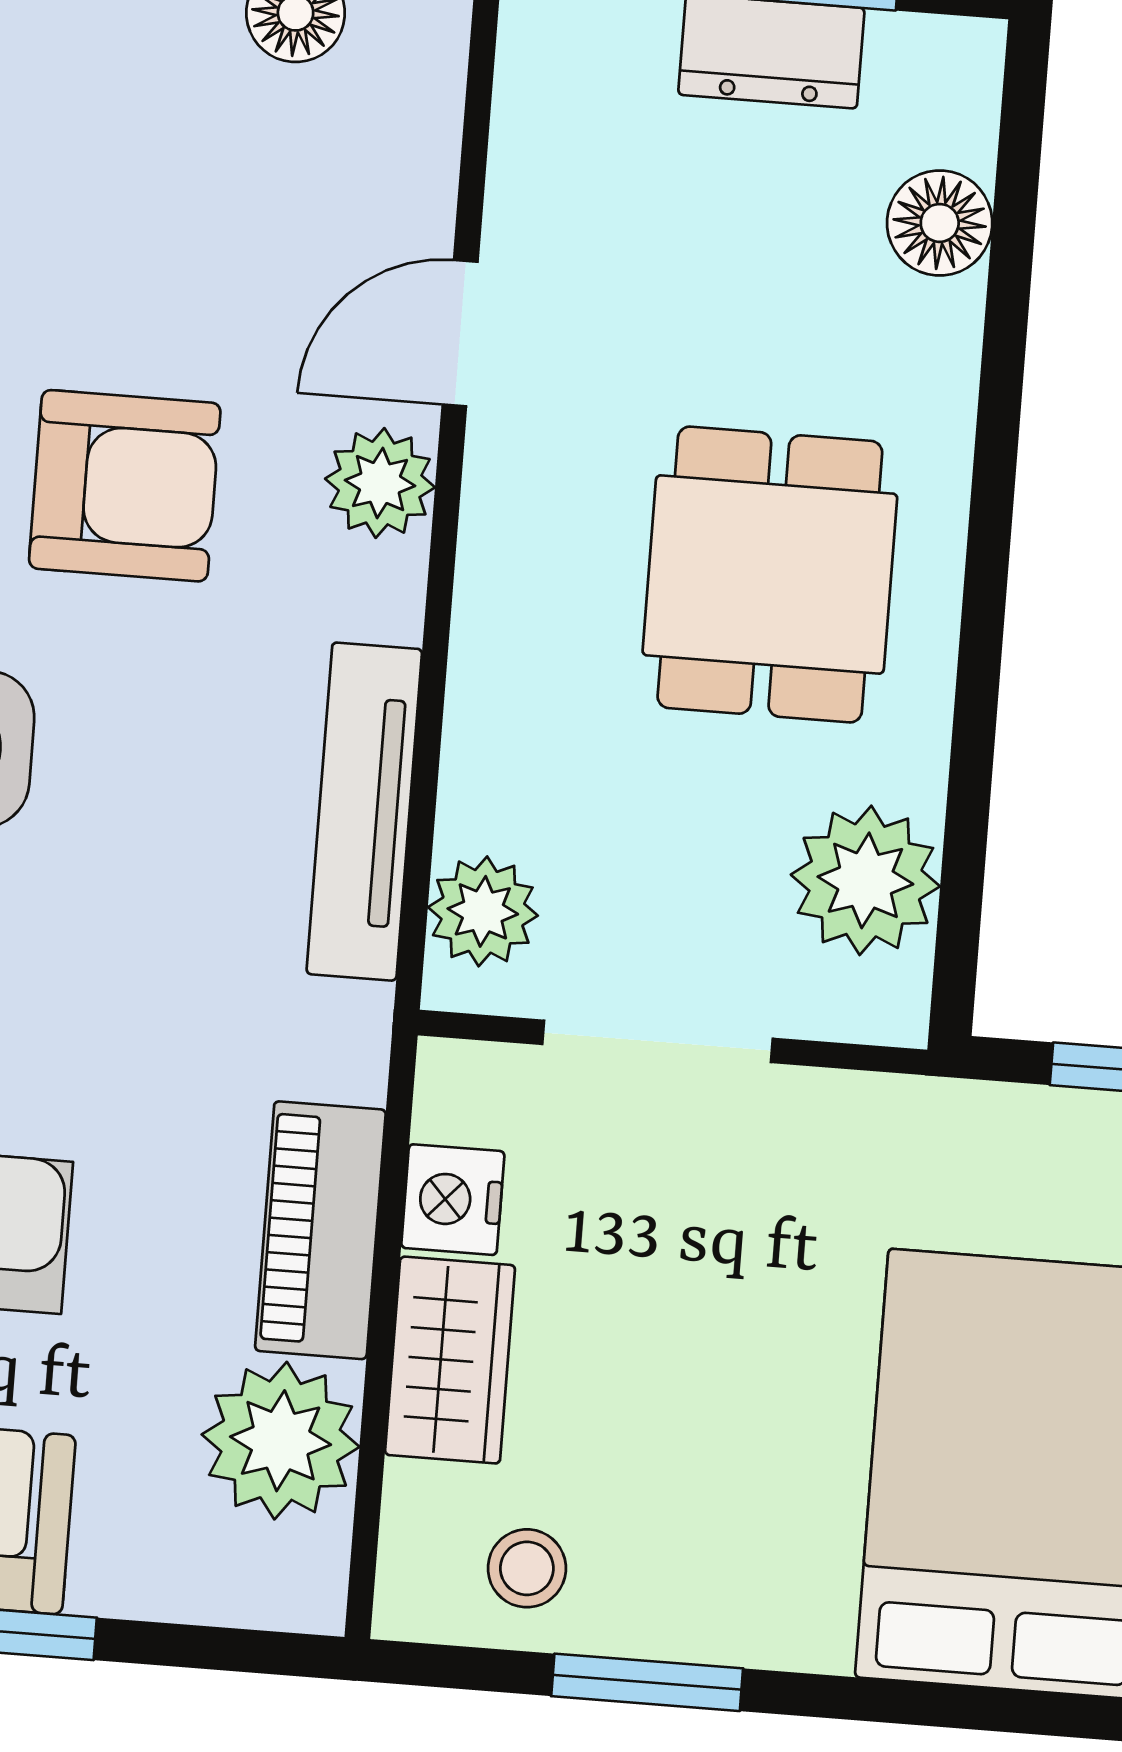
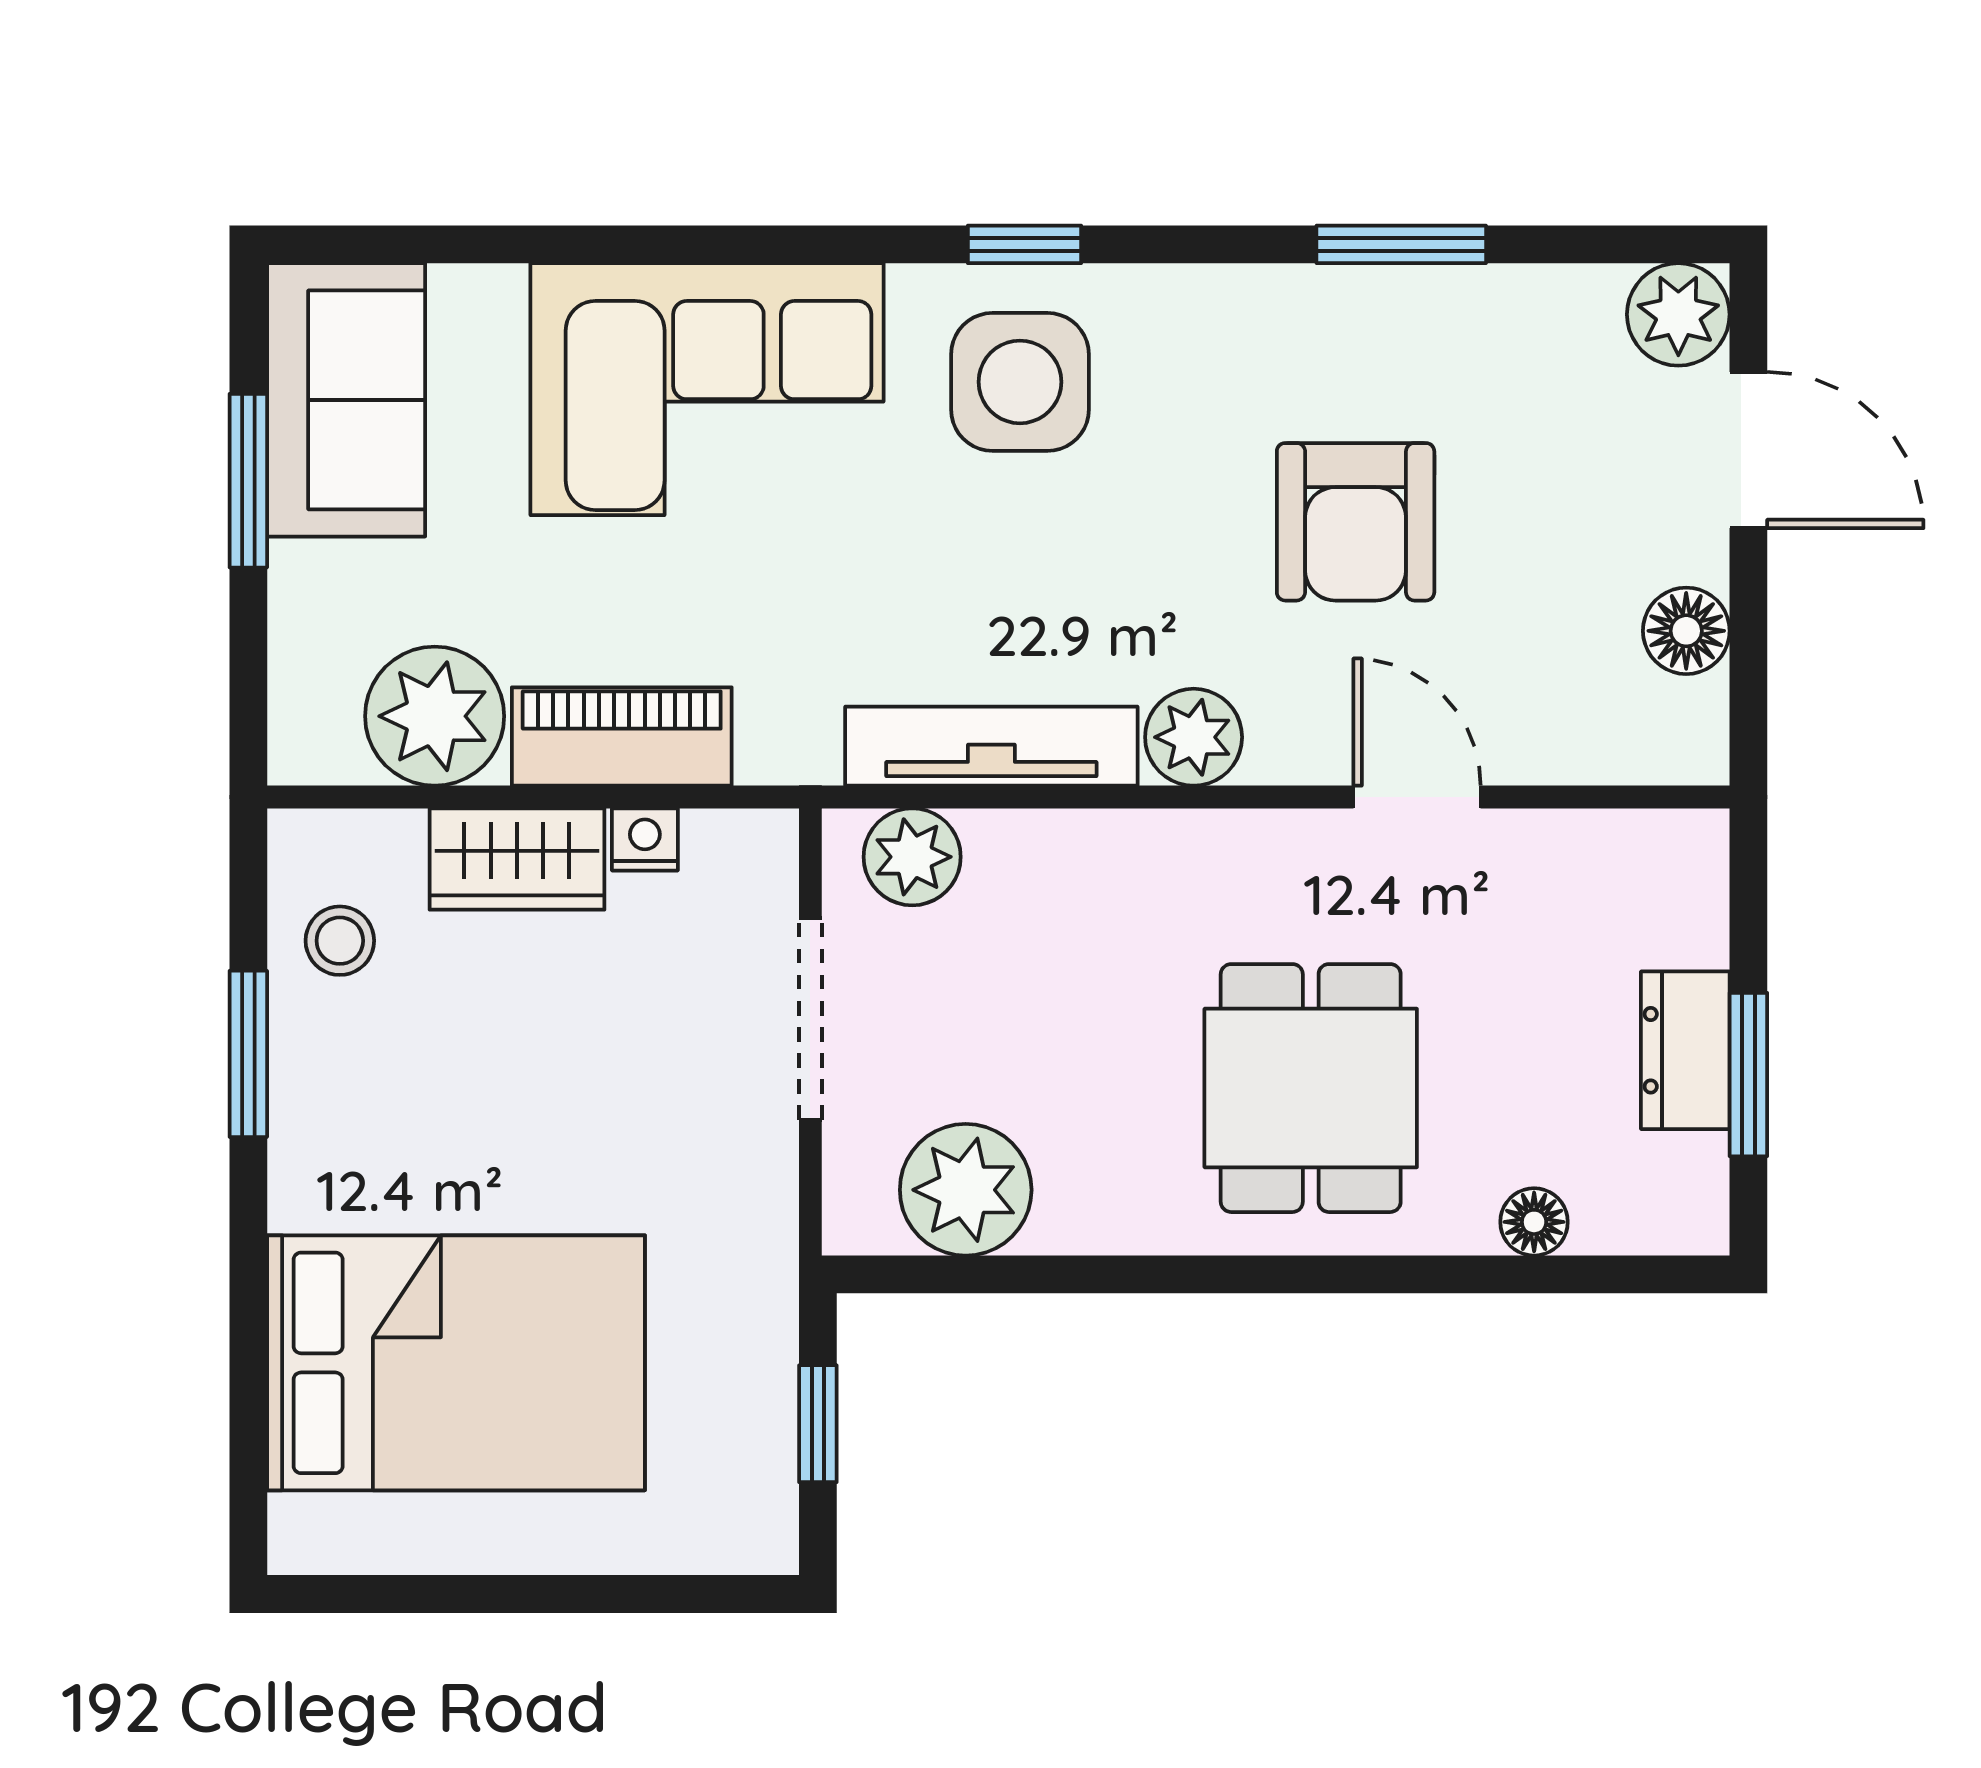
floor lamp: (940, 223) -> (1534, 1222), width x0.73, depth x0.73
plant: (380, 483) -> (1194, 737), moved
armchair: (125, 486) -> (1356, 522), moved
dining table: (770, 575) -> (1311, 1088), moved, turned 90
nightstand: (453, 1200) -> (645, 839), width x0.72, depth x0.74

